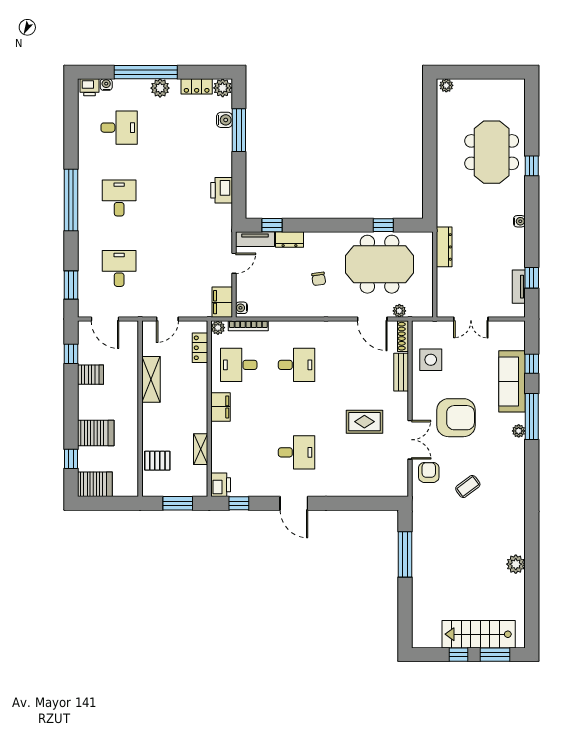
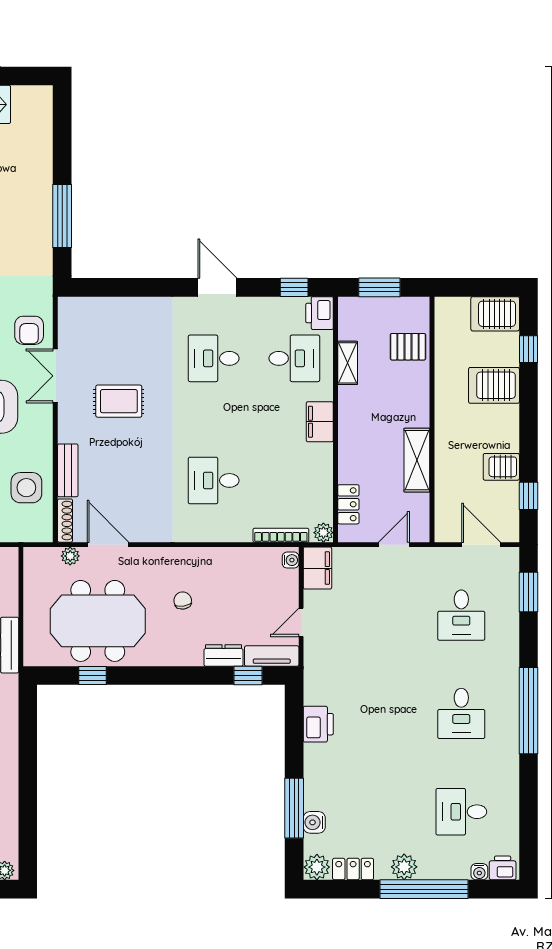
desk: (239, 365) -> (294, 358), moved

